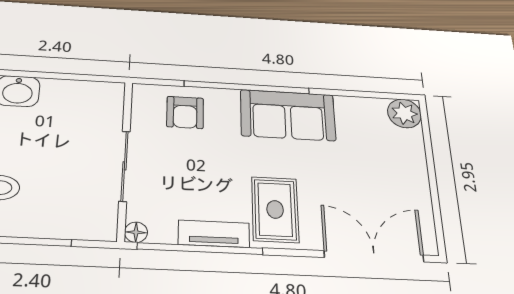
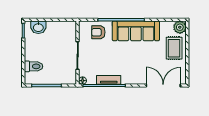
armchair: (185, 112) -> (98, 32), turned 90
sofa: (288, 115) -> (136, 31), width x1.36
rug: (275, 209) -> (174, 48), moved

